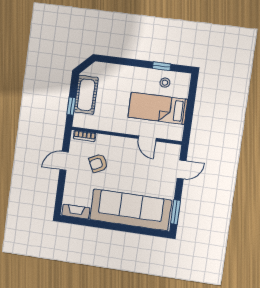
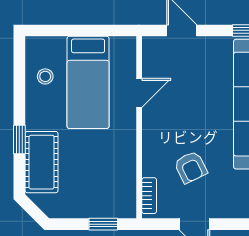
window: (162, 66) -> (19, 139), moved
cot: (86, 95) -> (42, 162), moved, turned 90

